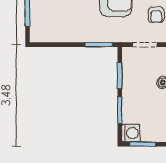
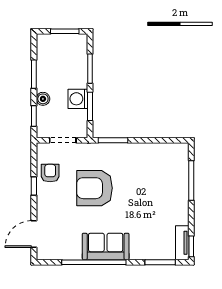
washing machine: (131, 133) -> (78, 99), moved

